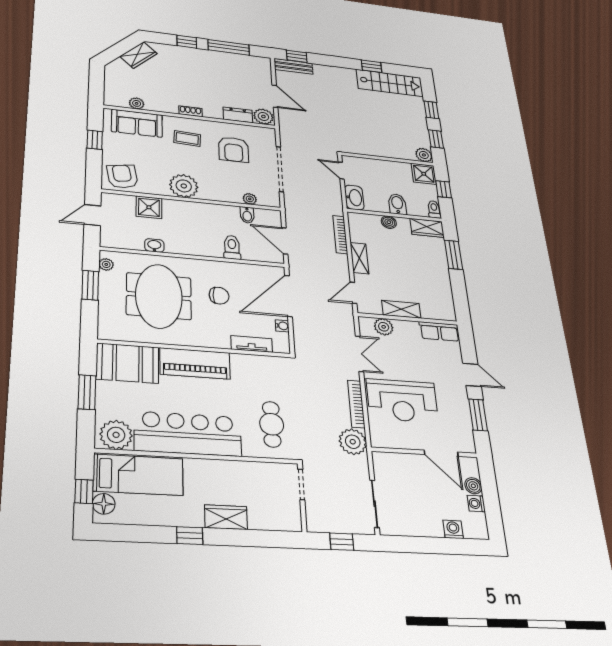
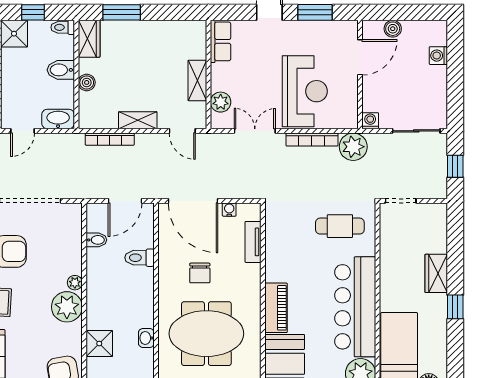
plant: (250, 199) -> (75, 283), moved
chair: (219, 296) -> (200, 273), turned 180
piano: (195, 363) -> (276, 308), width x0.73, depth x0.75
washing machine: (476, 503) -> (370, 121), moved, turned 180

